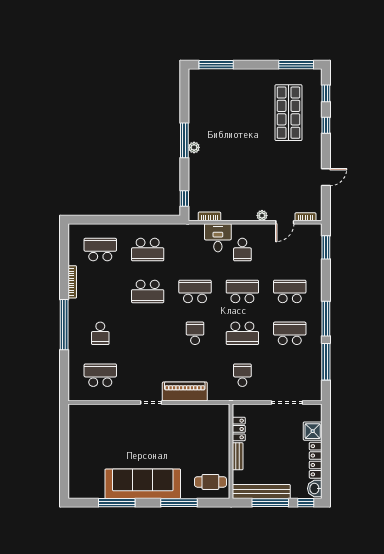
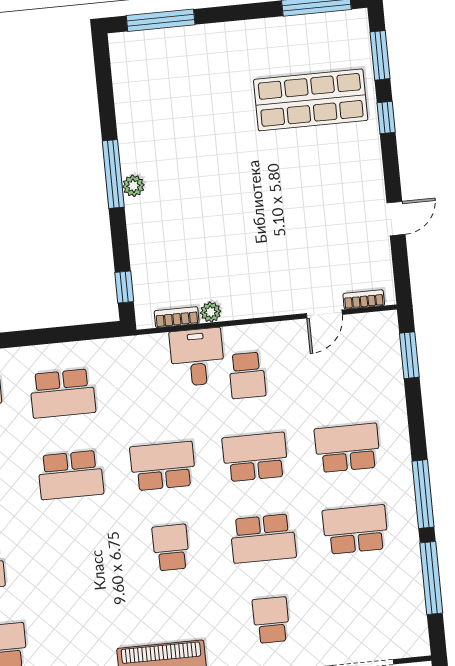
window: (326, 93) -> (380, 55), width x1.50
shop shelf: (288, 113) -> (311, 100), turned 90
plant: (262, 216) -> (211, 312), moved

